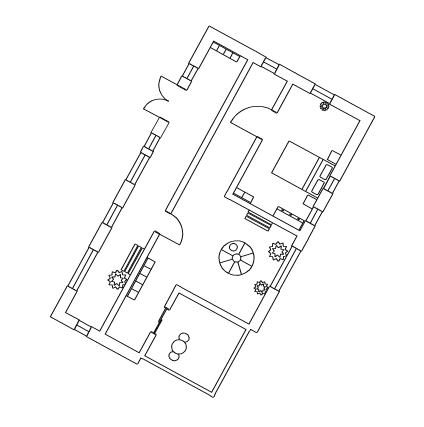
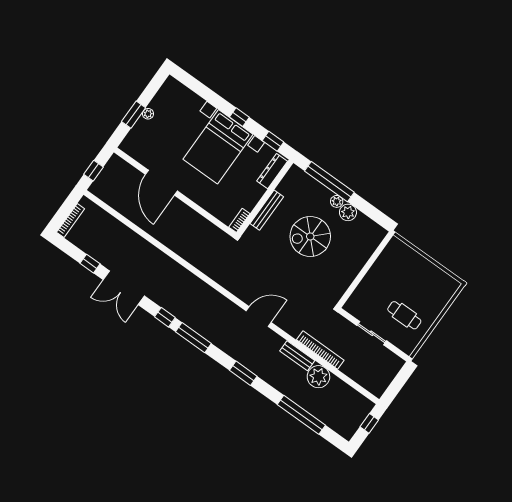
bench: (259, 220) -> (267, 210), width x1.36
plant: (278, 251) -> (337, 201), moved, width x0.53, depth x0.53

